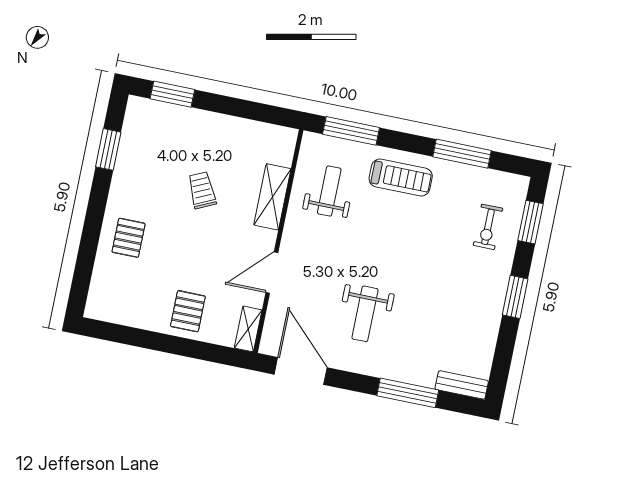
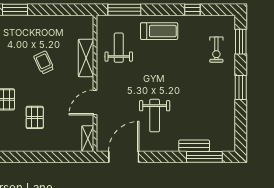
window: (462, 154) -> (192, 10), width x0.46
pallet: (188, 311) -> (35, 117), moved
door: (301, 371) -> (124, 157), hinge flipped
bench: (462, 385) -> (194, 146), moved
window: (408, 393) -> (204, 157), moved

